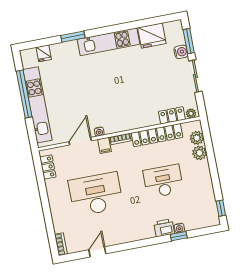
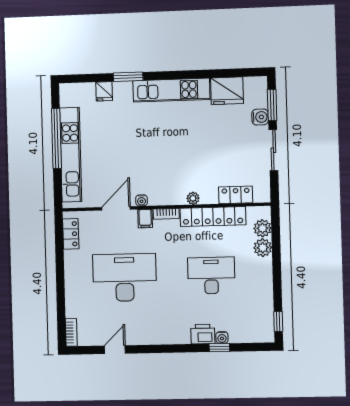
fridge: (44, 53) -> (104, 91), moved
plant: (191, 113) -> (193, 198), moved

